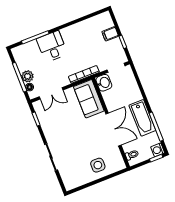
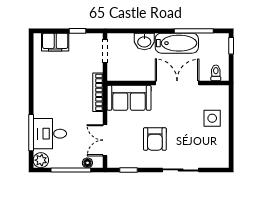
filing cabinet: (110, 34) -> (55, 42), width x2.00
desk: (52, 47) -> (50, 134), moved
plant: (27, 76) -> (41, 160), moved
washbasin: (104, 83) -> (144, 41), moved, turned 180
double door: (51, 93) -> (105, 140), swing flipped
armchair: (66, 129) -> (155, 139), added
washing machine: (158, 150) -> (222, 40), removed

